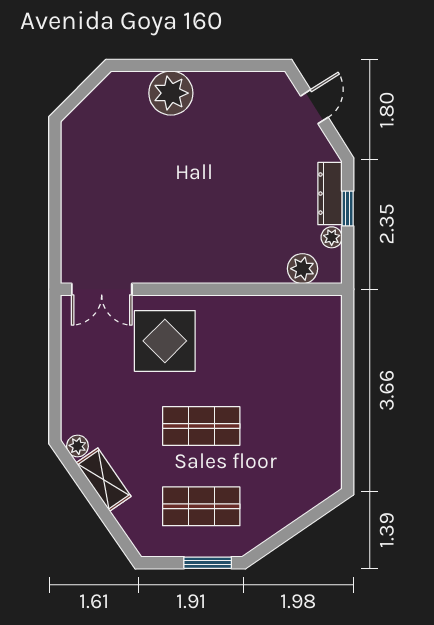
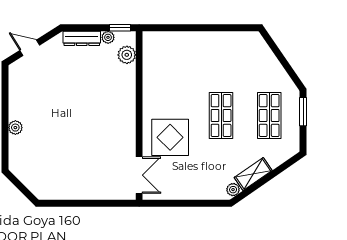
plant: (171, 93) -> (15, 128), width x0.53, depth x0.53
window: (348, 208) -> (120, 28), moved

